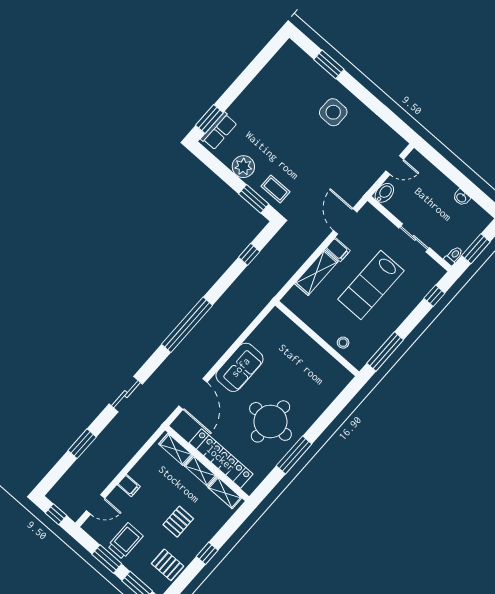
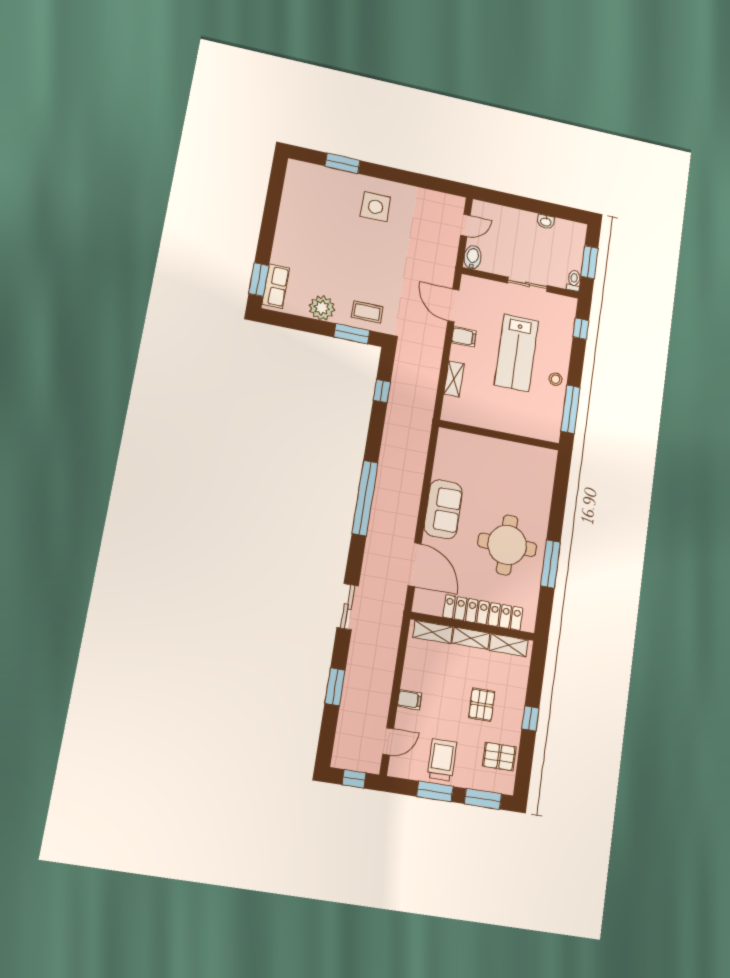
shelving: (316, 273) -> (454, 379), width x0.67, depth x0.75
stool: (343, 343) -> (556, 379), moved

